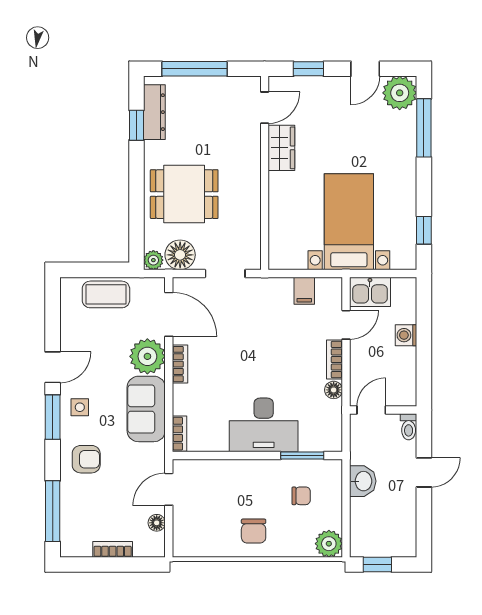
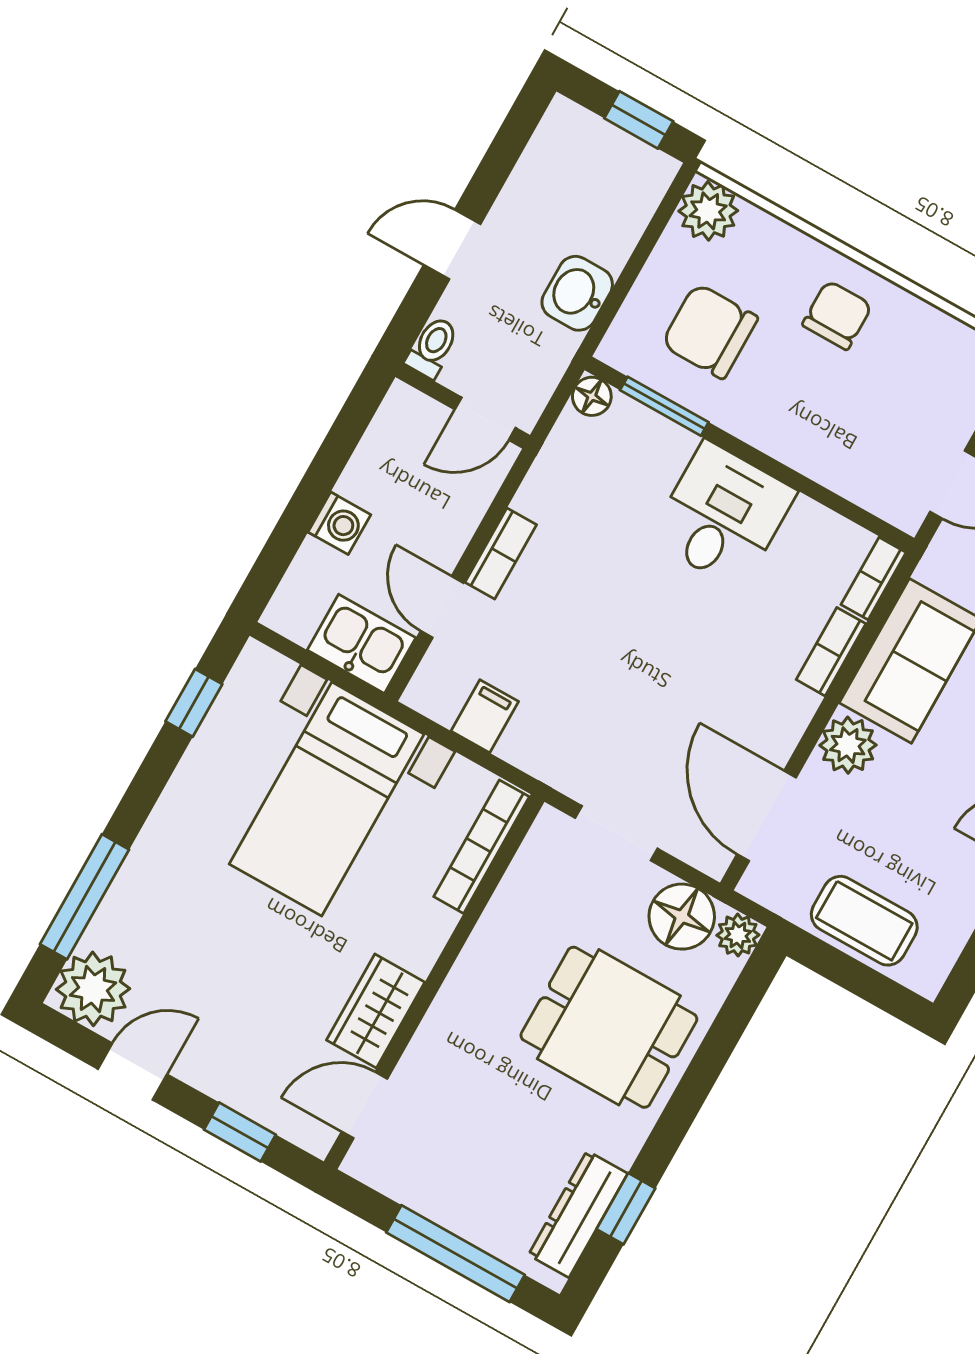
bookcase: (276, 238) -> (482, 847), added
door: (346, 325) -> (442, 607), hinge flipped
plant: (147, 356) -> (848, 745), width x0.73, depth x0.73
bookcase: (180, 364) -> (831, 652), moved
floor lamp: (334, 390) -> (592, 396), moved
desk: (264, 425) -> (723, 515), width x0.73
chair: (301, 496) -> (710, 331), width x1.87, depth x1.87

